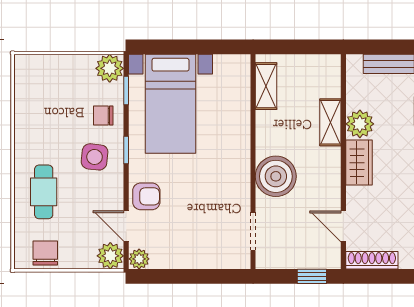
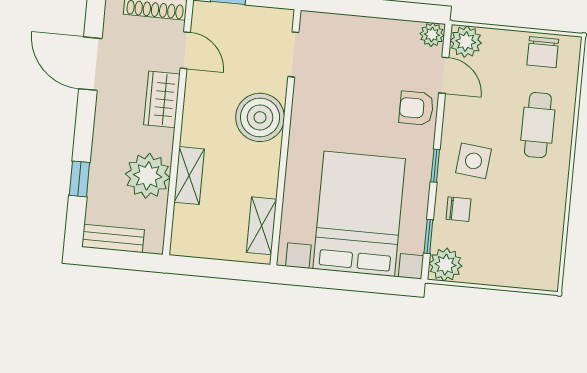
bed with nightstands: (170, 104) -> (359, 214), width x1.36
plant: (360, 124) -> (148, 176), width x1.36, depth x1.36
wardrobe: (359, 163) -> (162, 99), moved

